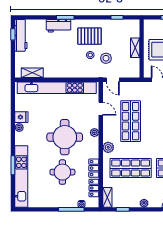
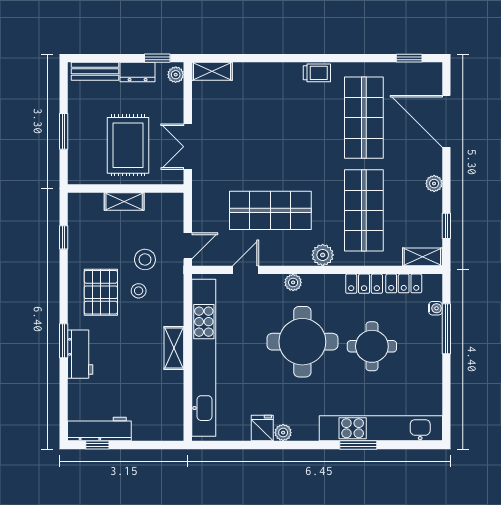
shelving: (32, 73) -> (174, 348), moved

